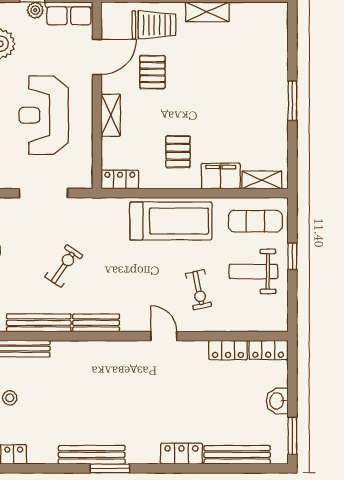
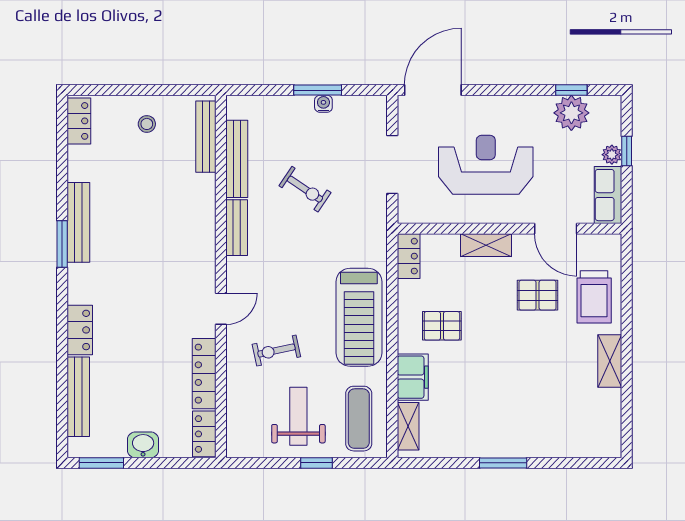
locker: (228, 350) -> (204, 374), width x1.53

